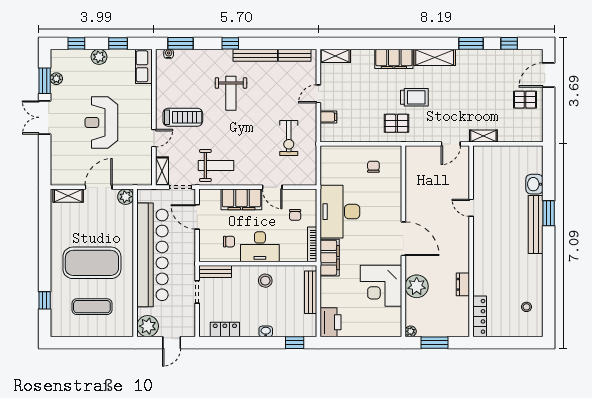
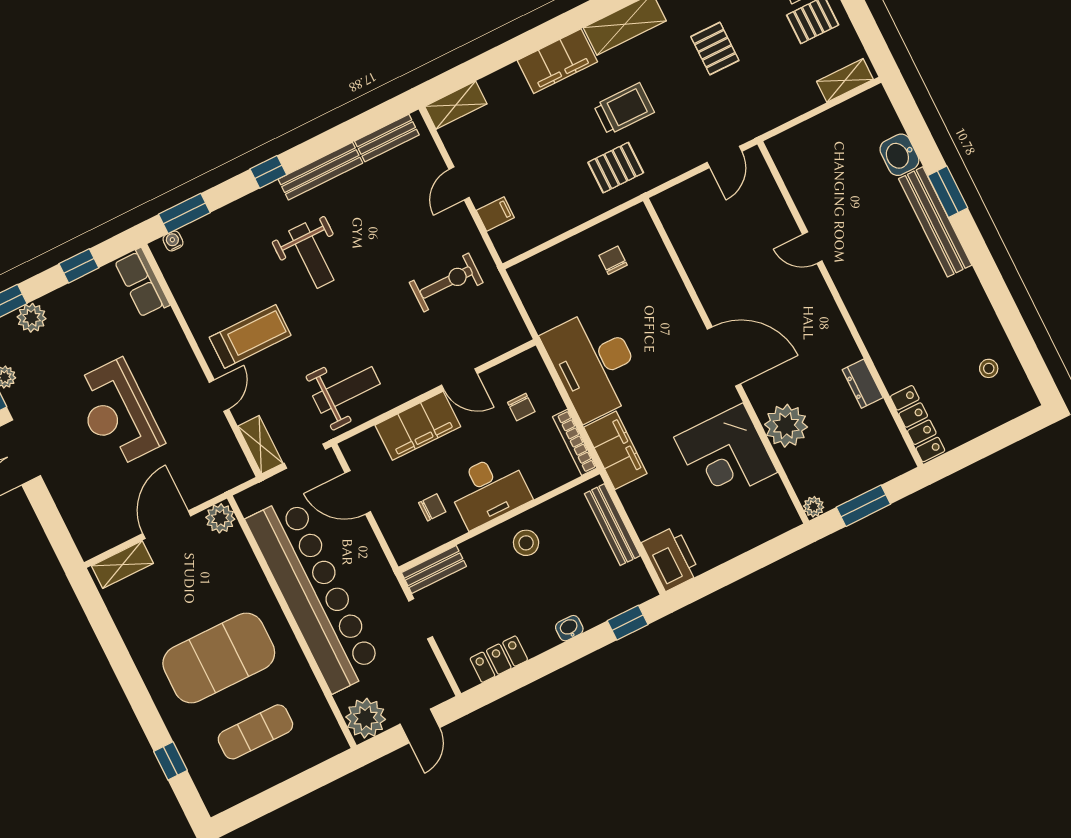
plant: (99, 57) -> (32, 318), moved
pallet: (472, 90) -> (715, 49), added
shelving: (483, 136) -> (845, 80), moved
exercise bike: (289, 138) -> (446, 282), turned -90

